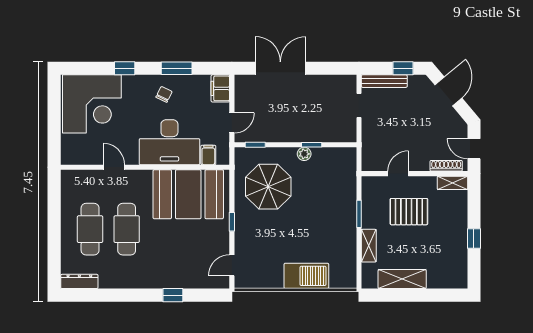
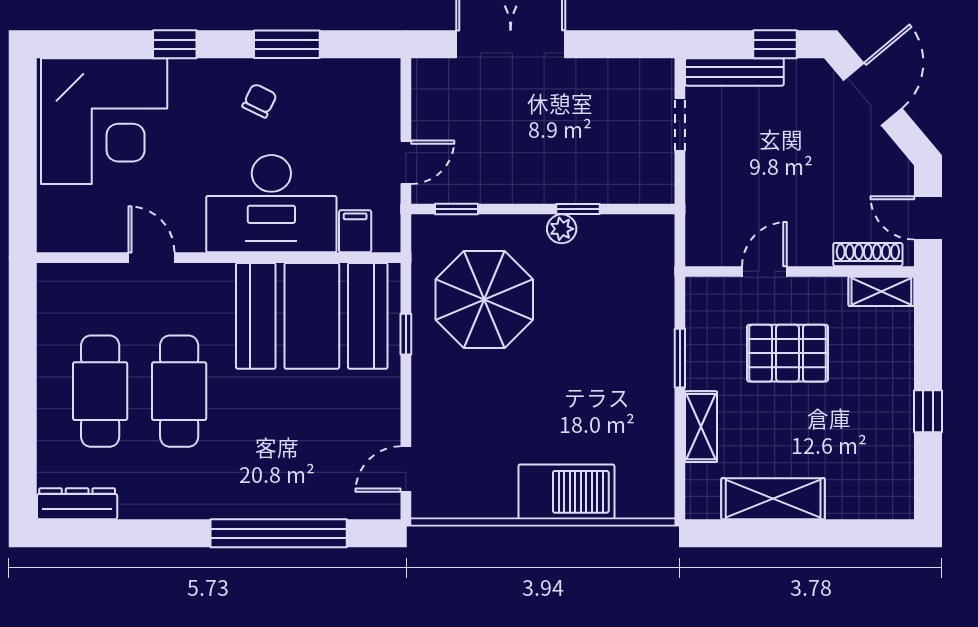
filing cabinet: (220, 88) -> (381, 88), removed
window: (232, 222) -> (406, 334), moved
window: (173, 295) -> (279, 533), width x3.17

